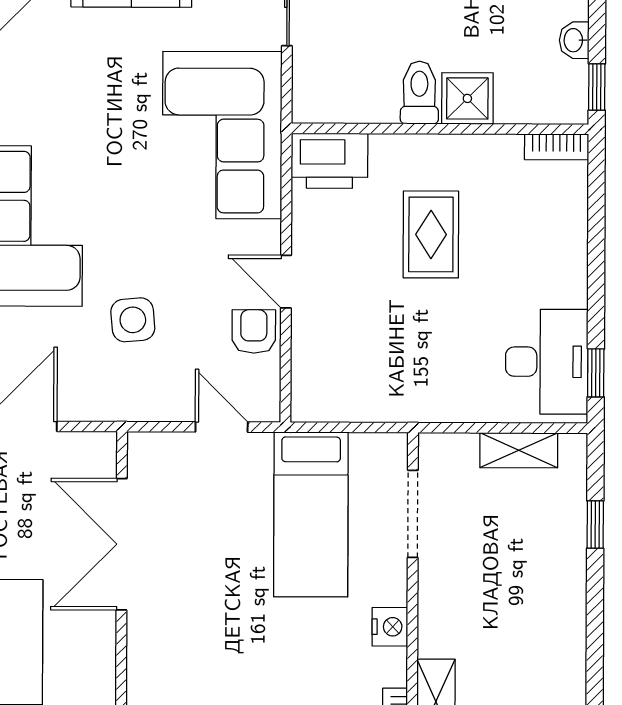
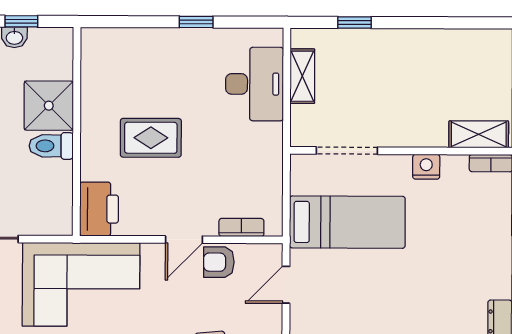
window: (597, 87) -> (21, 21), moved
shower: (467, 98) -> (49, 106), width x1.36, depth x1.36
bookcase: (557, 147) -> (241, 227), moved, turned -90
desk: (547, 362) -> (254, 84), moved, turned 90
window: (596, 373) -> (196, 22), moved

